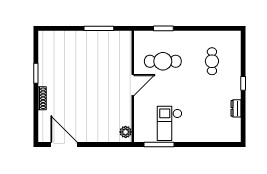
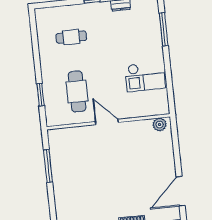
window: (159, 145) -> (164, 29), moved

